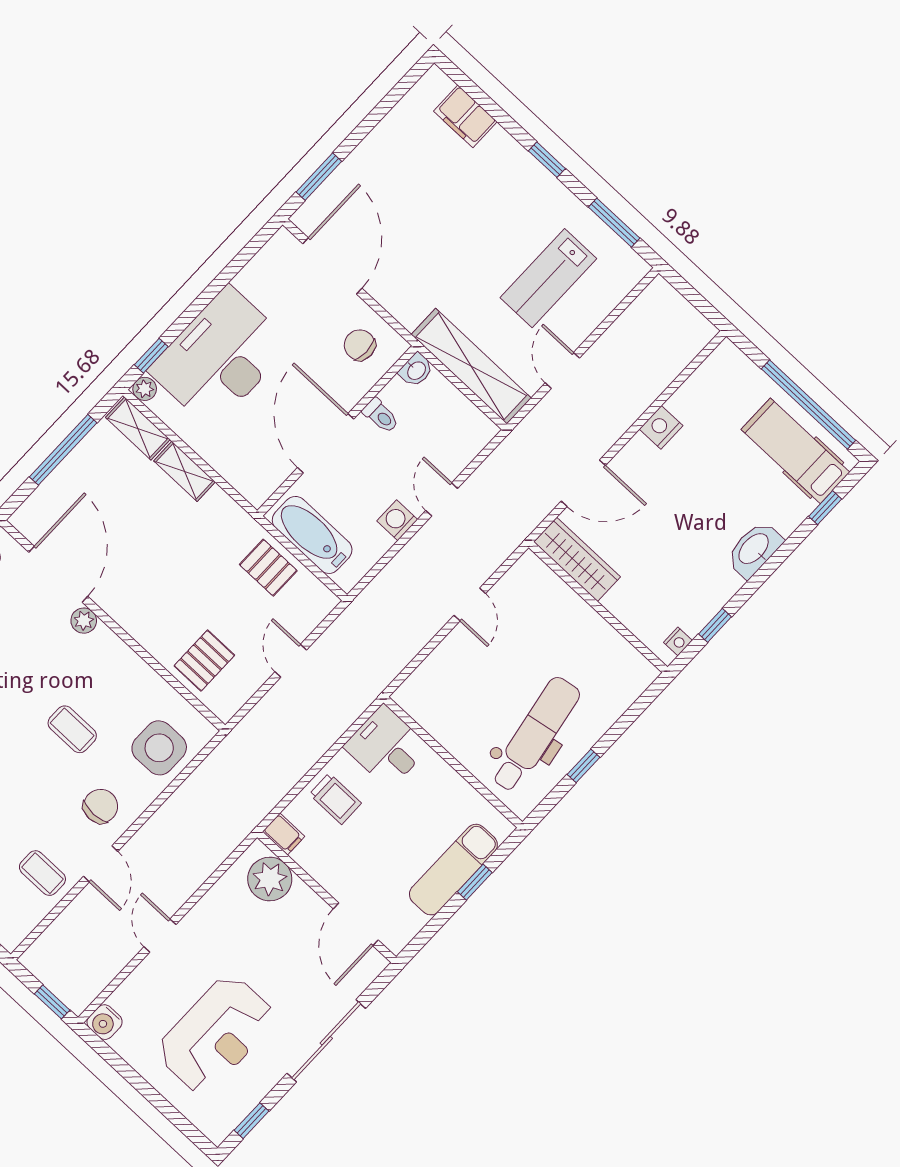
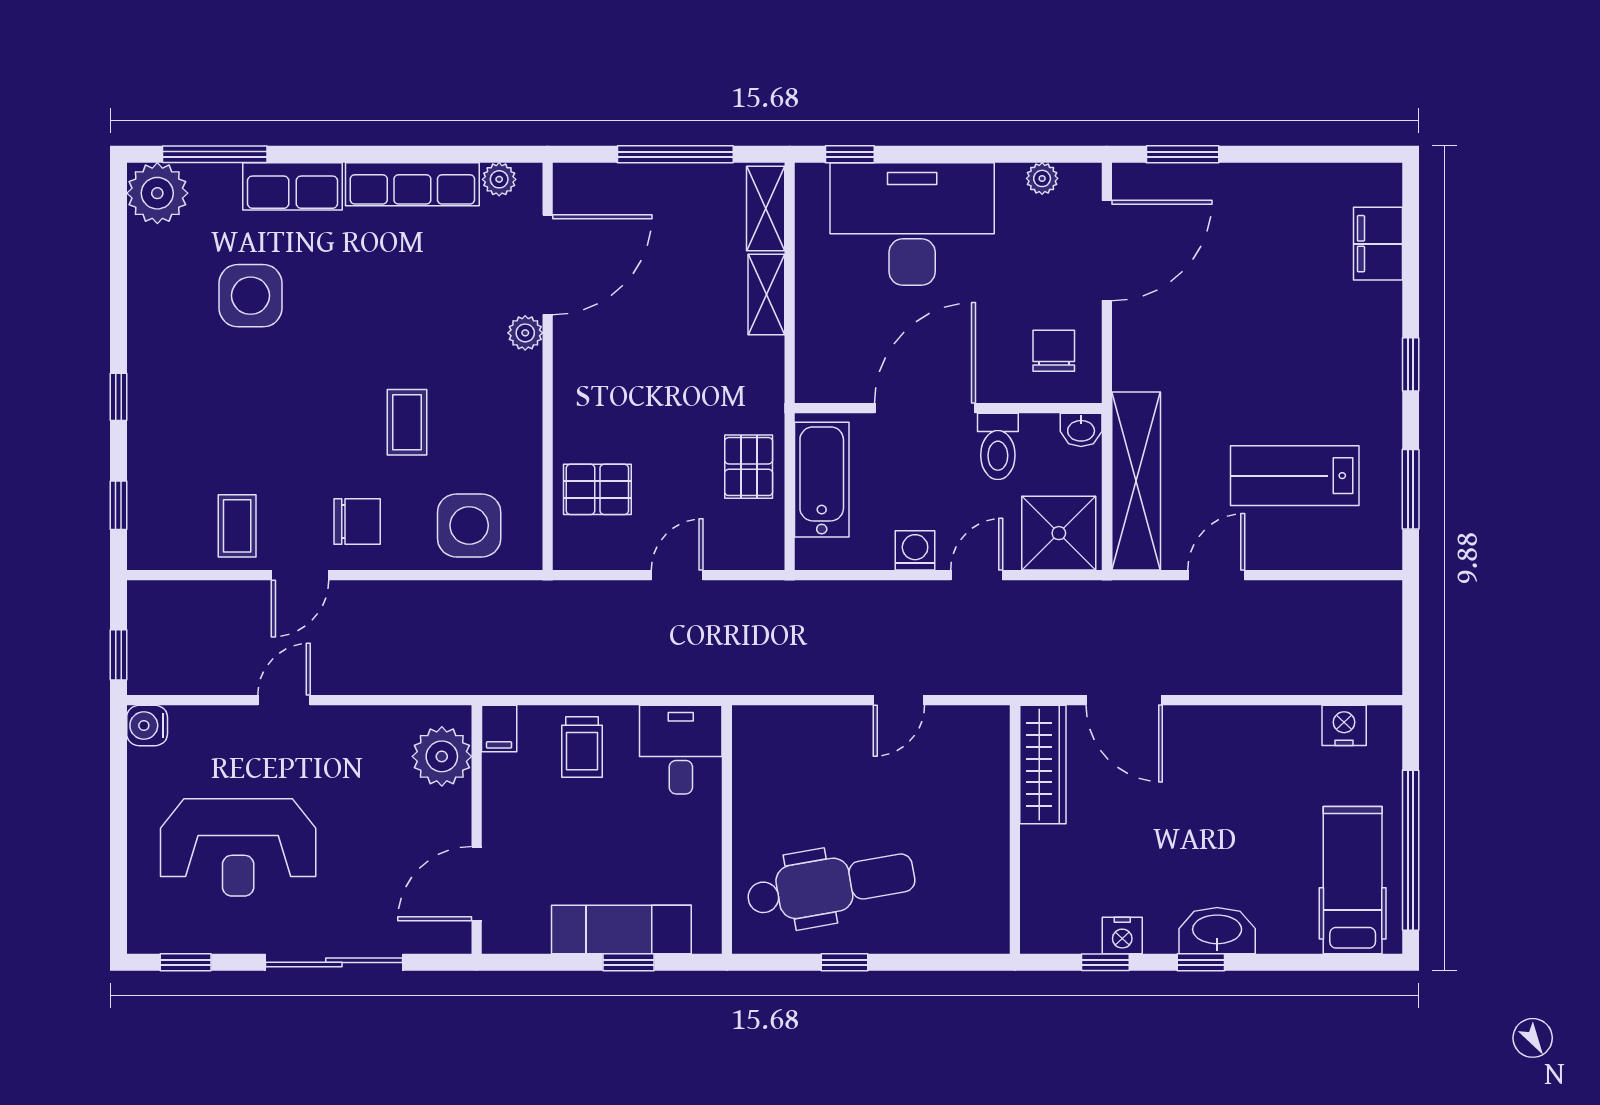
plant: (145, 389) -> (1042, 178), moved
toilet: (381, 416) -> (998, 446), width x1.37, depth x1.39
nightstand: (661, 427) -> (1344, 725), moved
shower: (460, 434) -> (1059, 533), added
window: (825, 508) -> (1201, 962), moved
nightstand: (678, 641) -> (1122, 936), moved, width x1.39, depth x1.35

